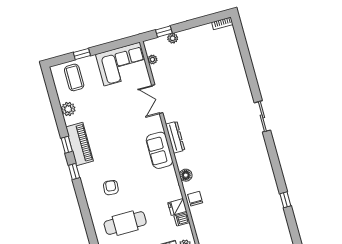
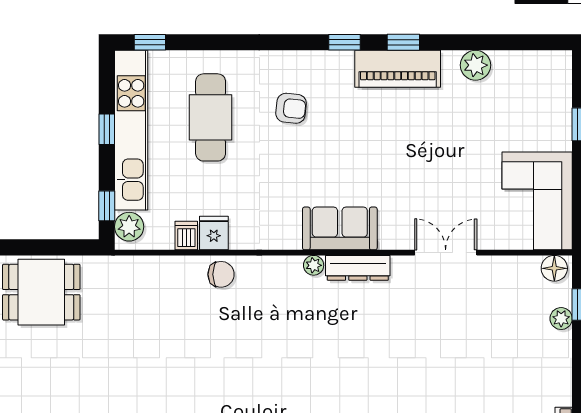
plant: (152, 60) -> (314, 265), moved
coffee table: (74, 77) -> (537, 95), removed
floor lamp: (186, 175) -> (554, 268), moved

